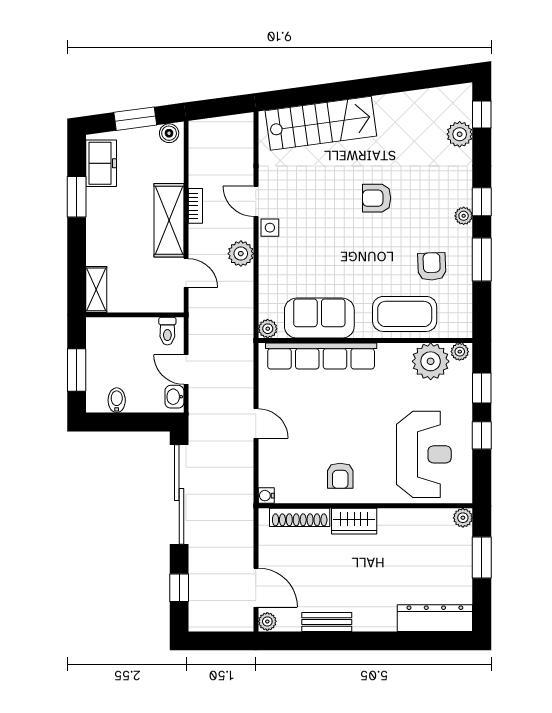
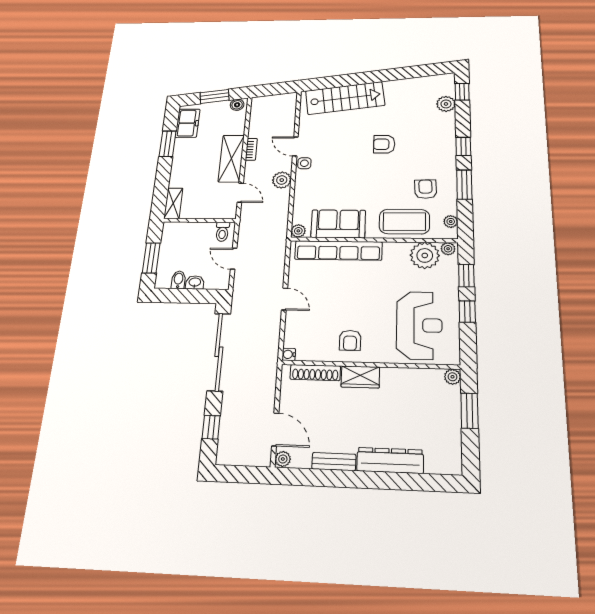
plant: (464, 216) -> (451, 222), moved
washbasin: (174, 397) -> (195, 282), moved, turned 90
dresser: (435, 618) -> (390, 460), moved

